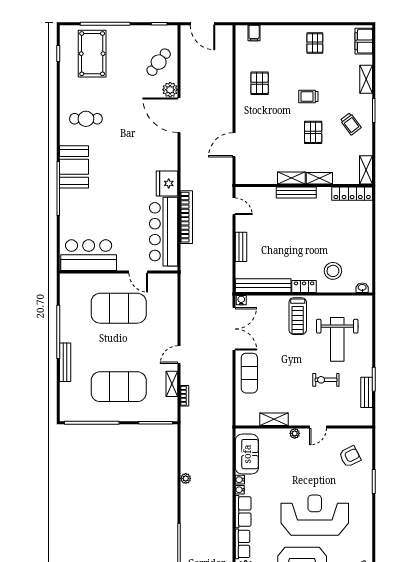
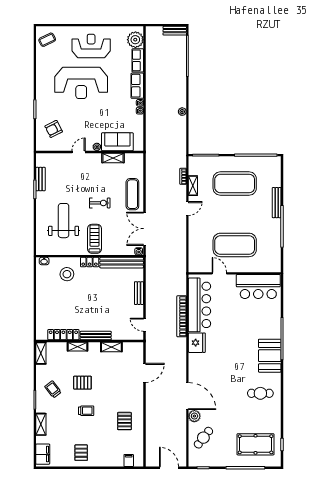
pool table: (92, 54) -> (256, 444), turned 90
pallet: (313, 132) -> (82, 383), turned 90
shelving: (291, 178) -> (111, 347), moved
locker: (352, 194) -> (63, 335), moved
exercise bike: (326, 380) -> (100, 203), moved
sofa: (247, 454) -> (117, 142), moved, turned 90

